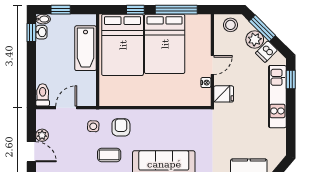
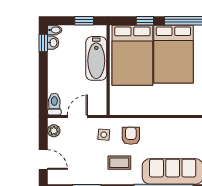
window: (61, 10) -> (84, 21), moved
plant: (42, 135) -> (54, 131), moved

